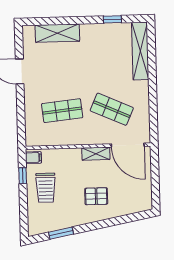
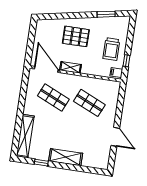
shelving: (57, 33) -> (66, 157), moved
shop shelf: (62, 111) -> (89, 103), turned 30
trolley: (46, 188) -> (111, 49), turned 180
pallet: (96, 196) -> (76, 36), width x1.50, depth x1.42

